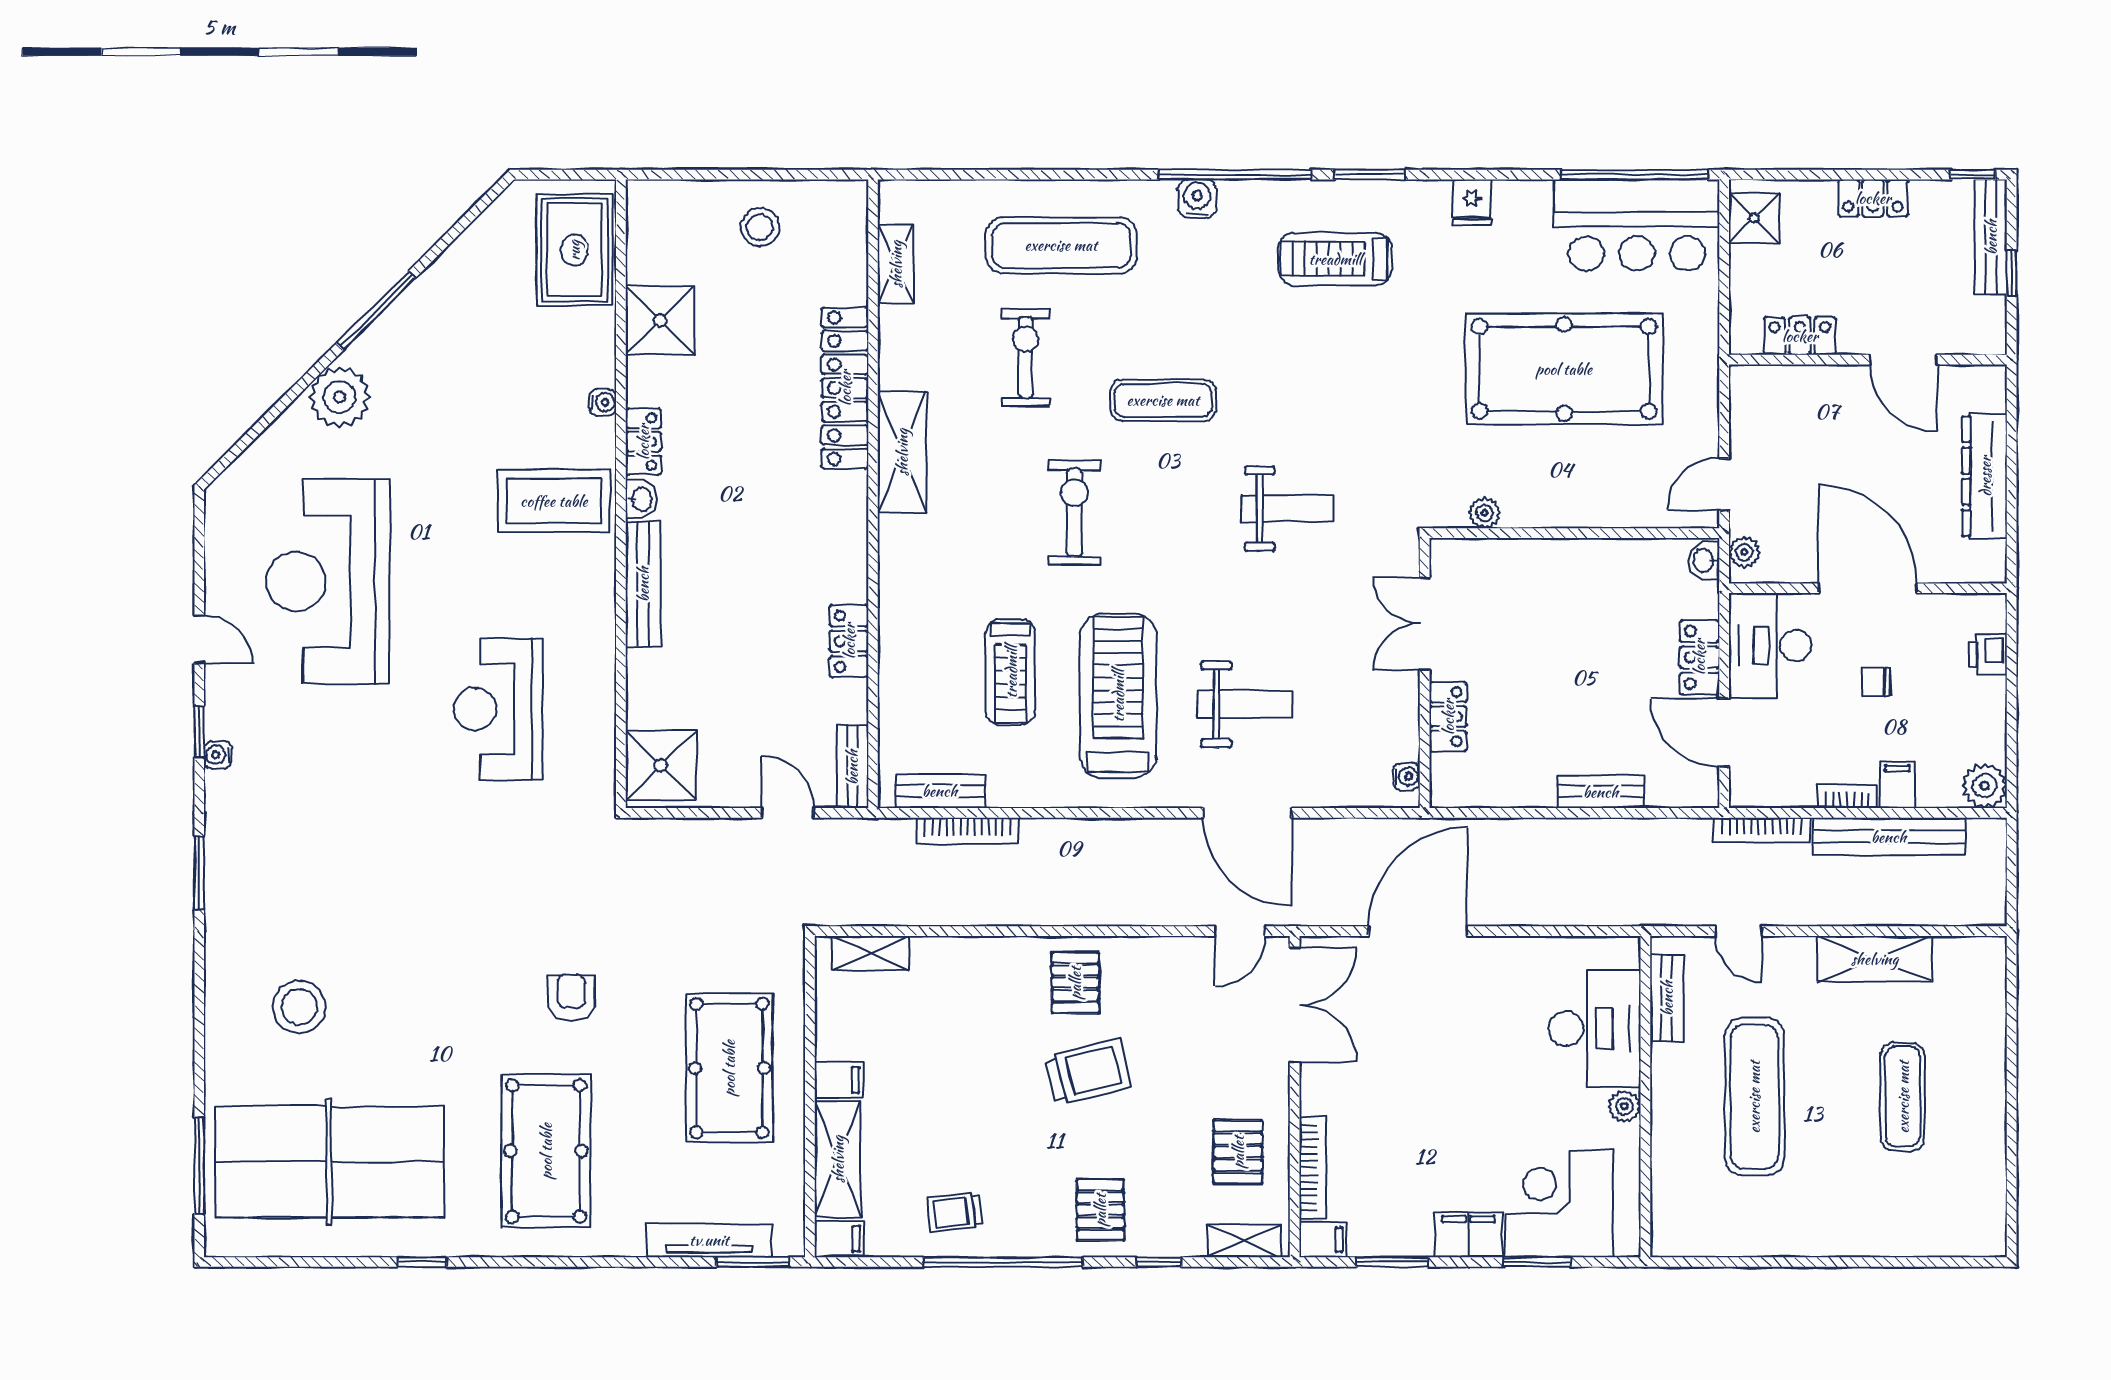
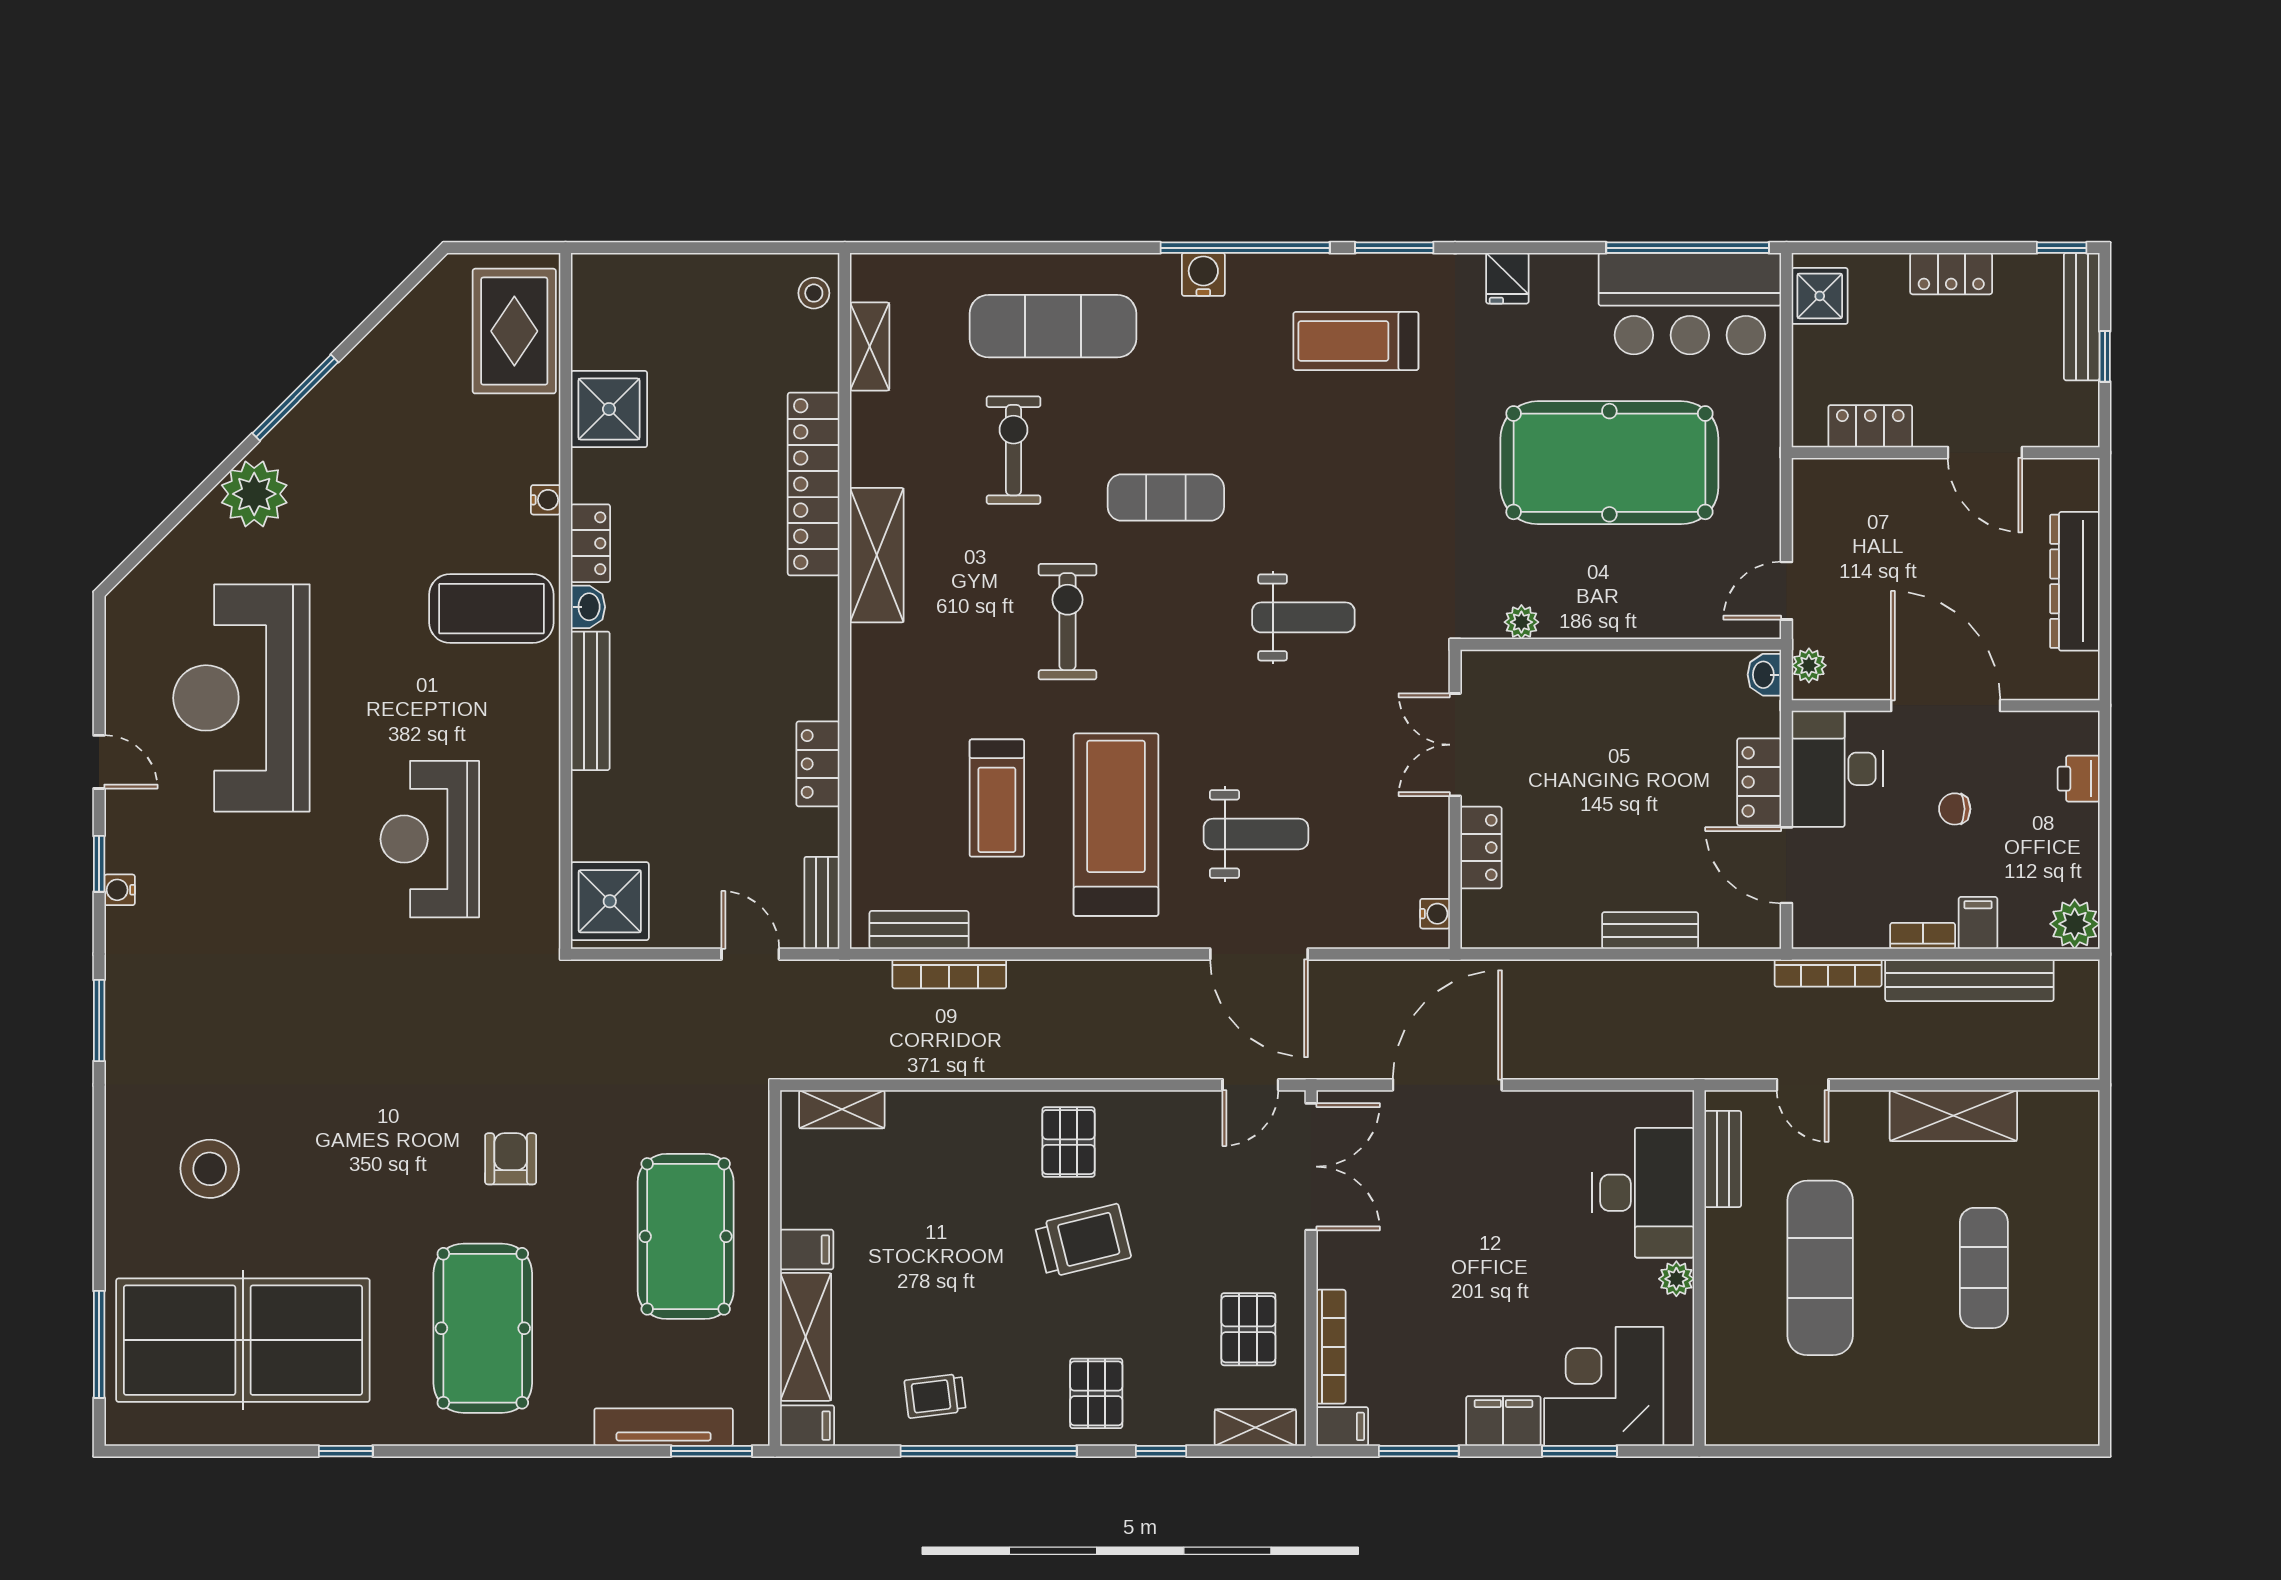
stool: (760, 227) -> (814, 293), moved, width x0.73, depth x0.73

